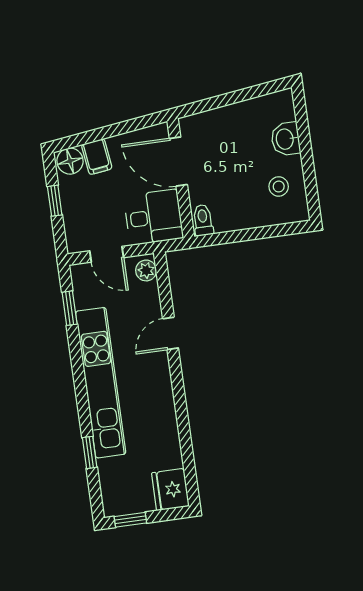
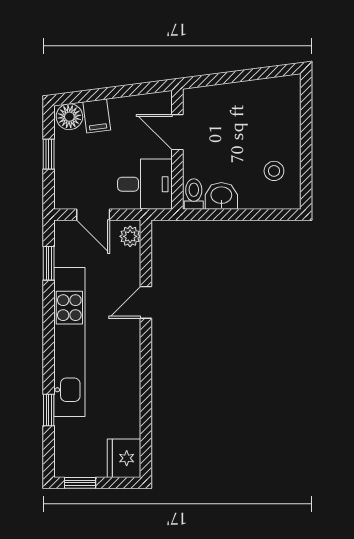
washbasin: (286, 139) -> (221, 196), moved, turned 90
door: (178, 162) -> (177, 132), width x0.73

